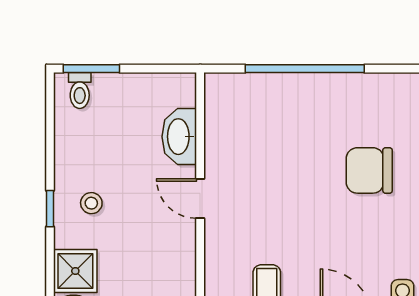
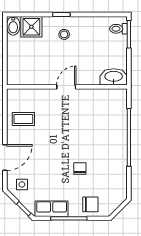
washbasin: (179, 137) -> (114, 77), moved
chair: (369, 170) -> (80, 168), width x0.54, depth x0.54

